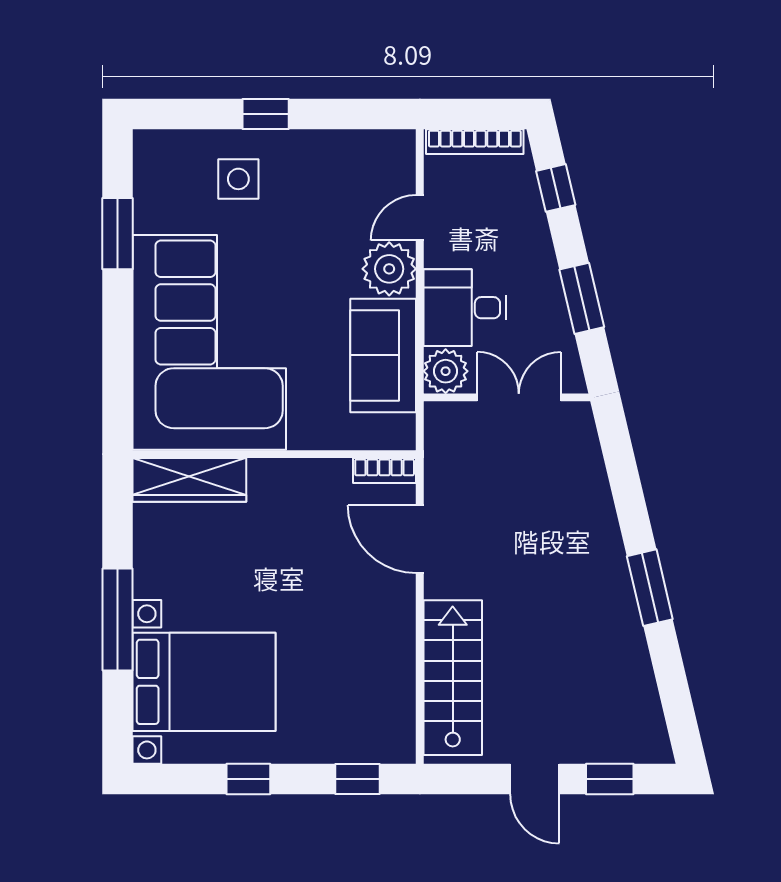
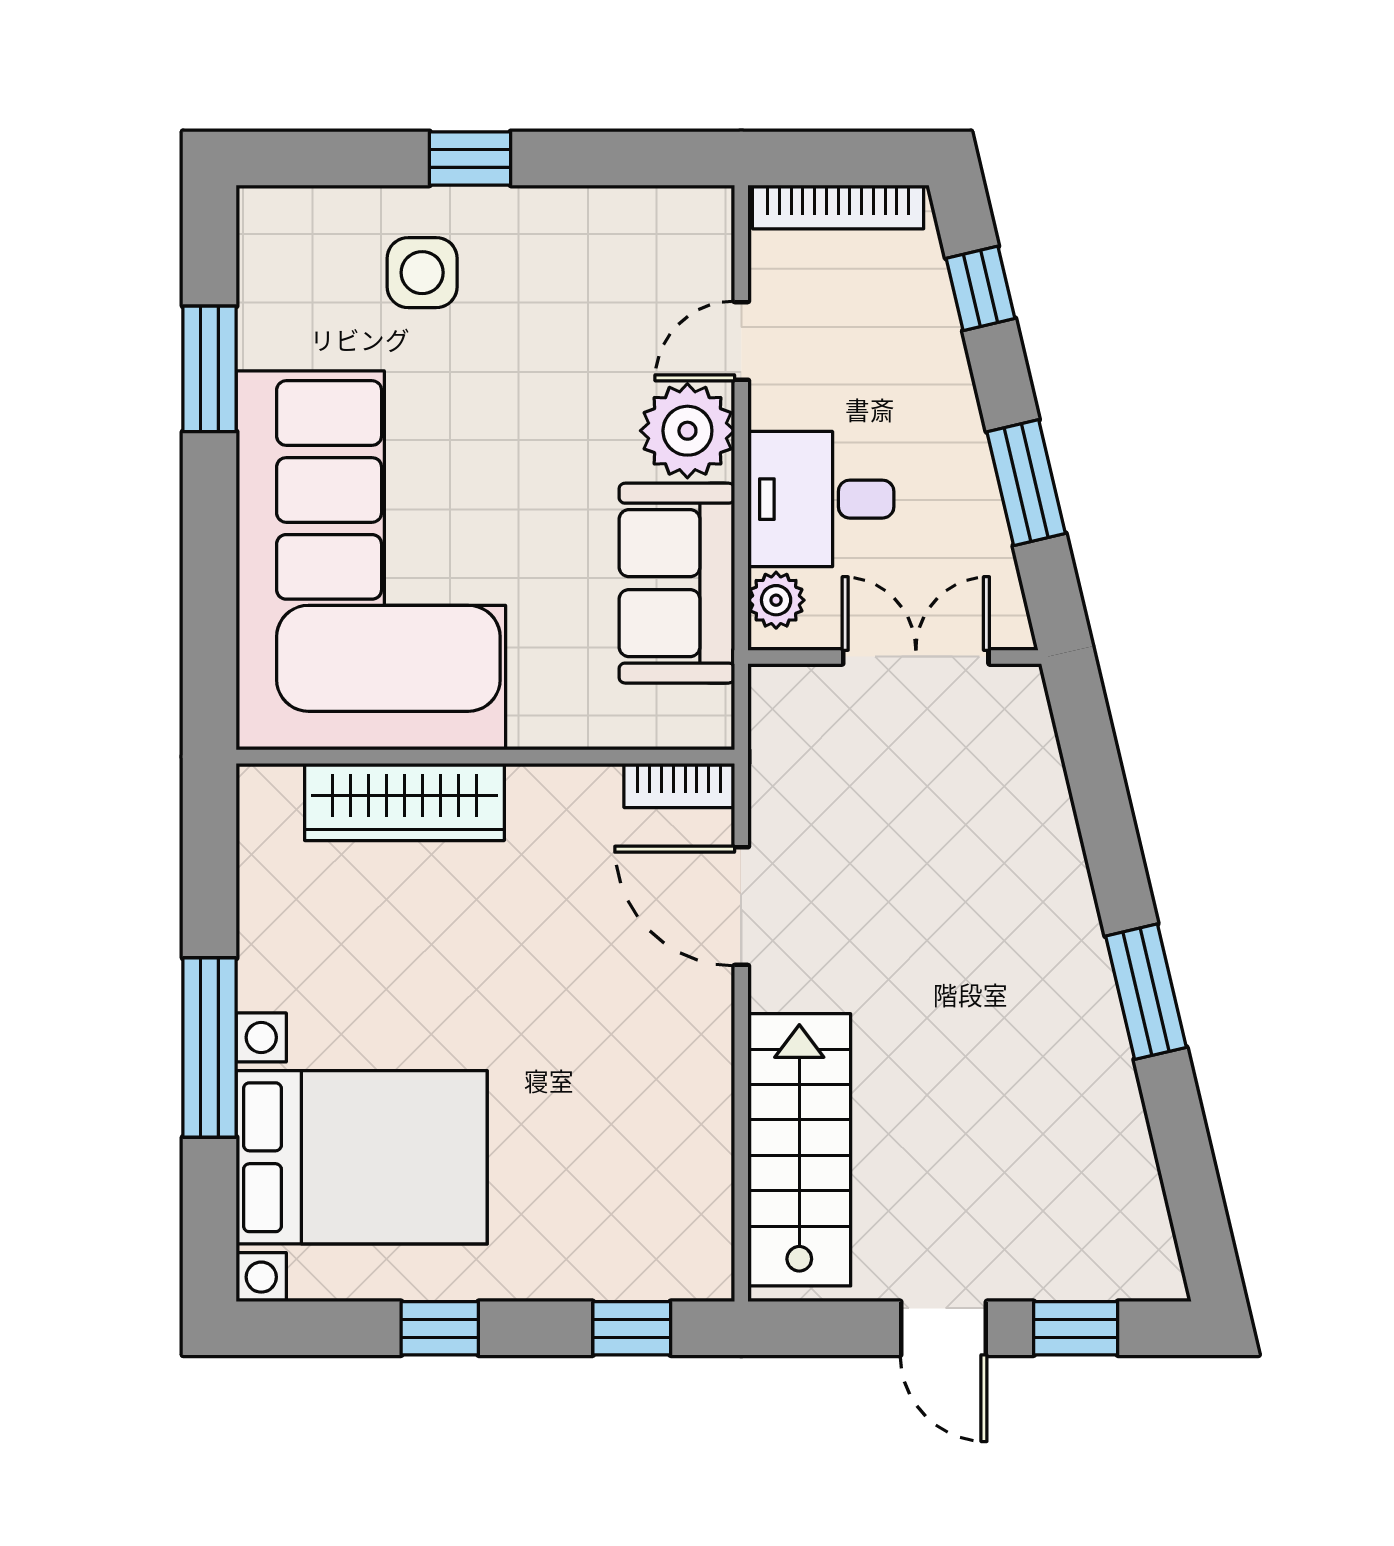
plant: (446, 371) -> (776, 600), width x0.73, depth x0.73
wardrobe: (189, 480) -> (404, 802), moved

